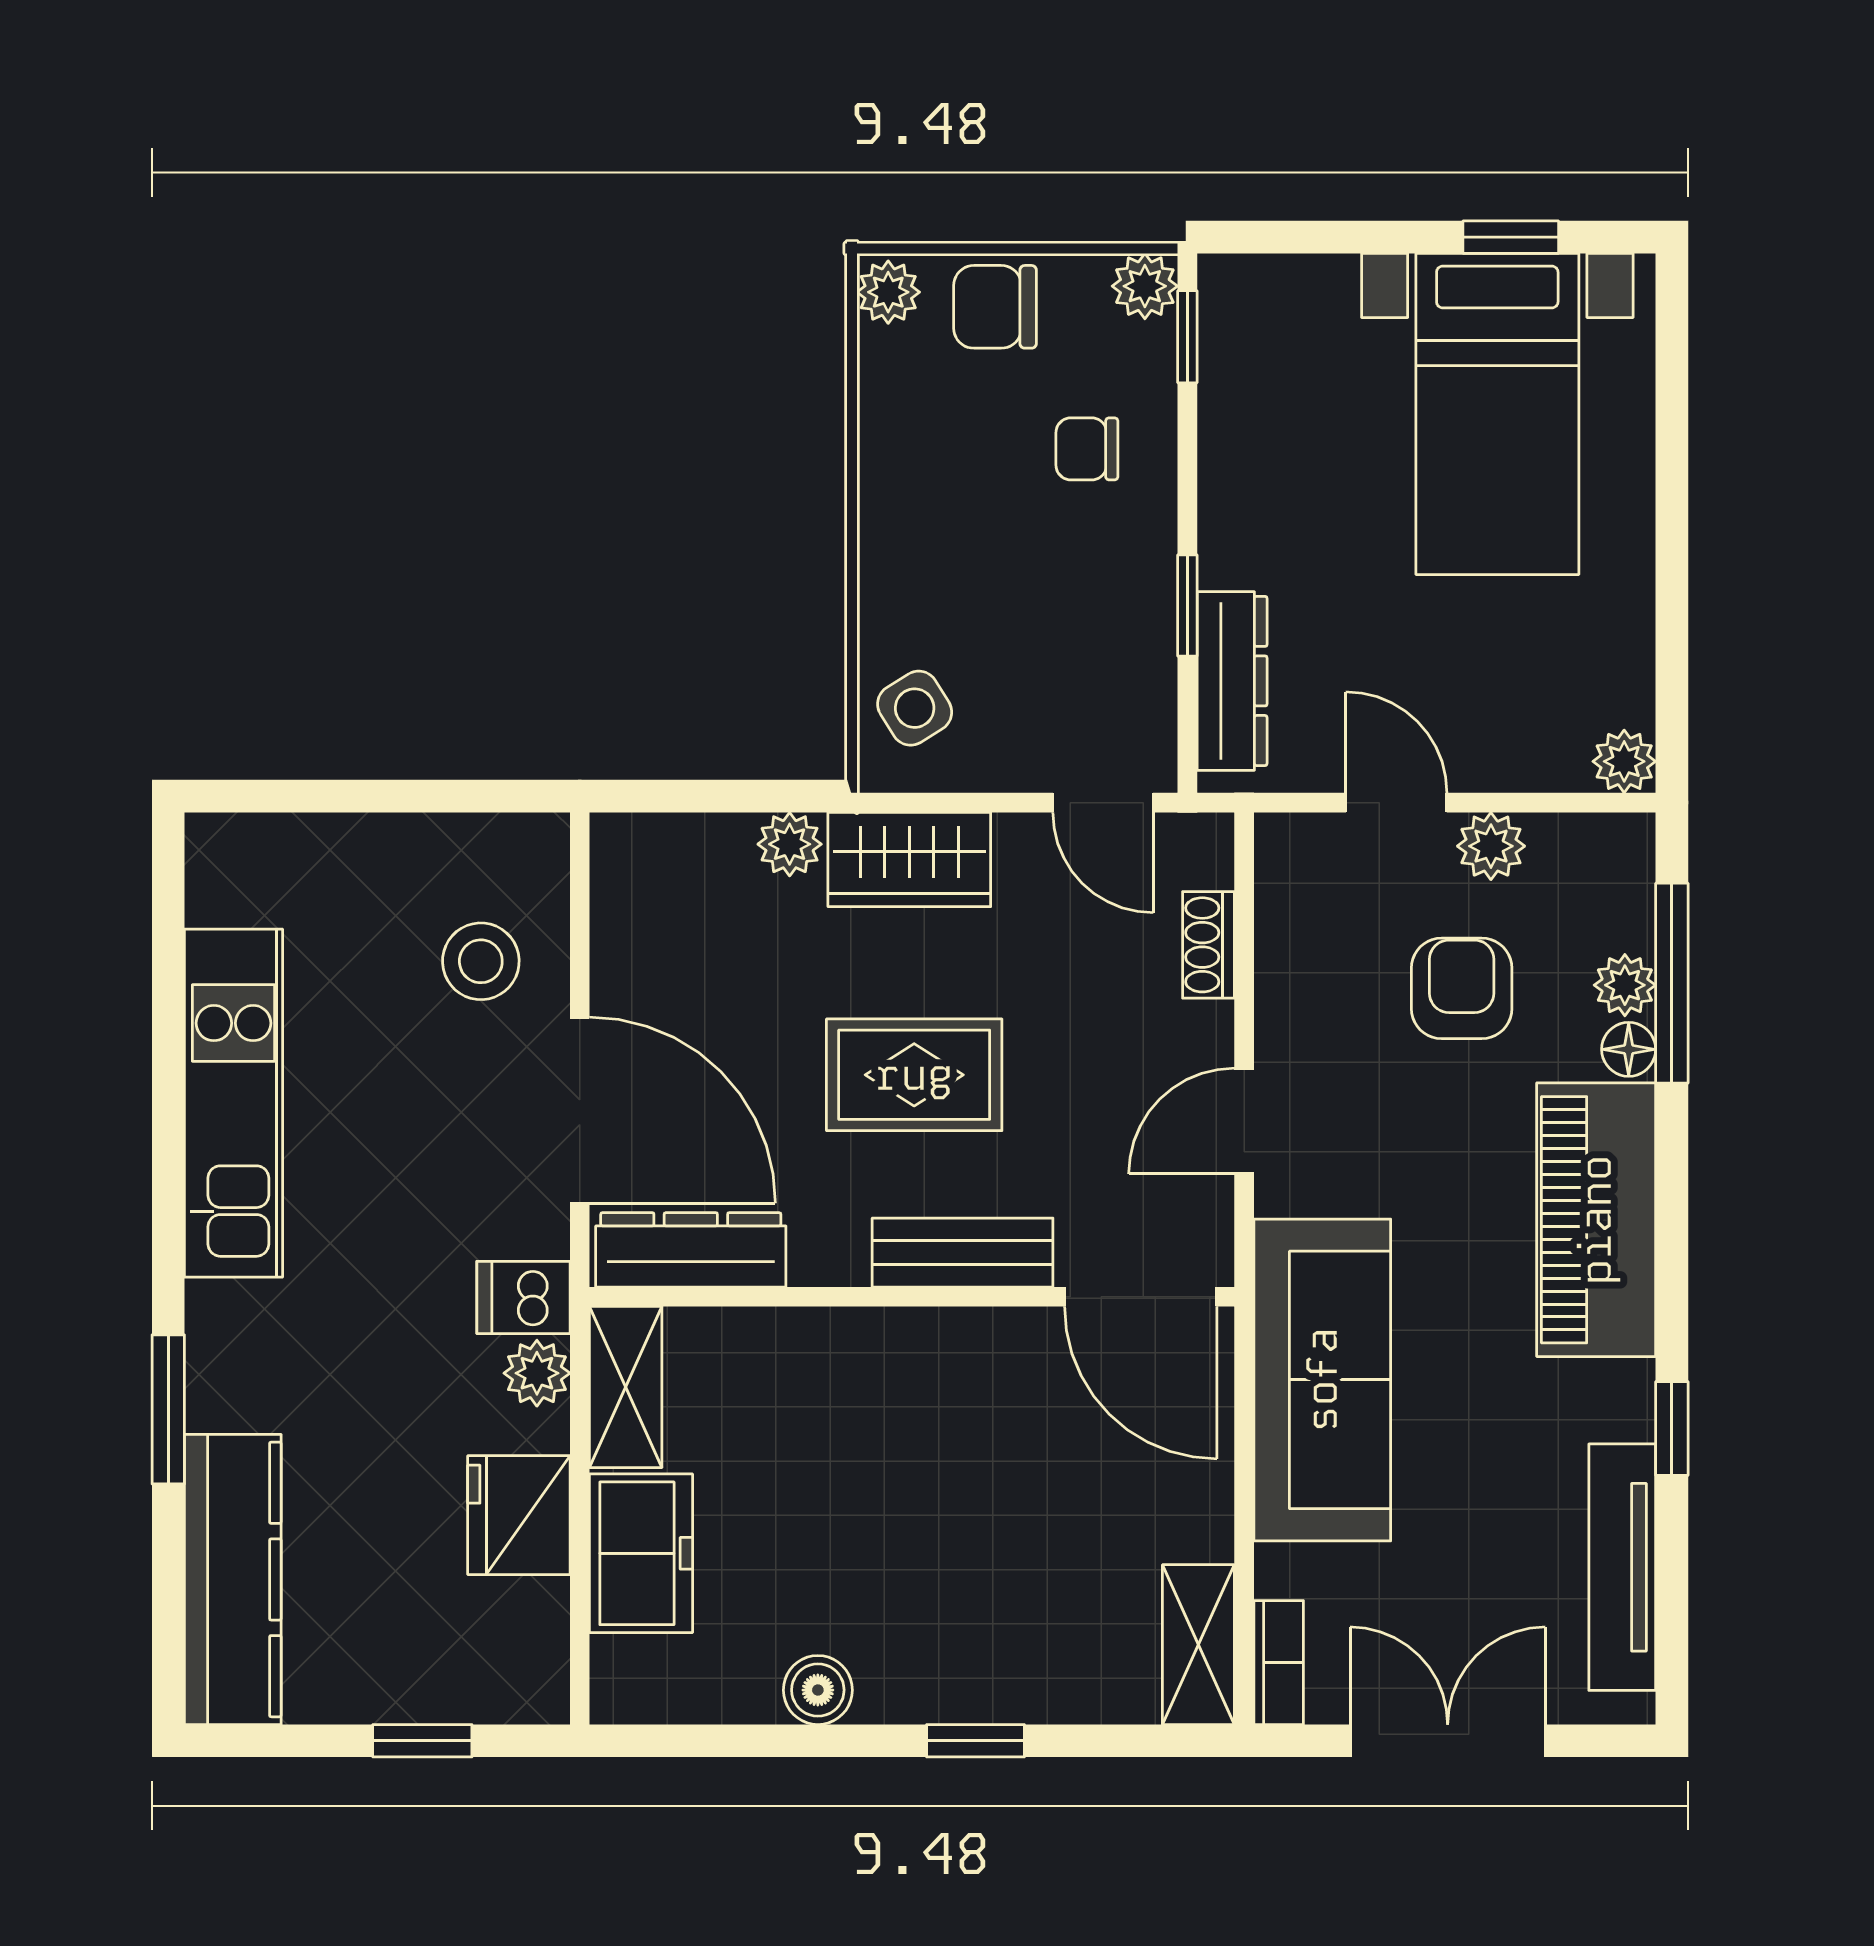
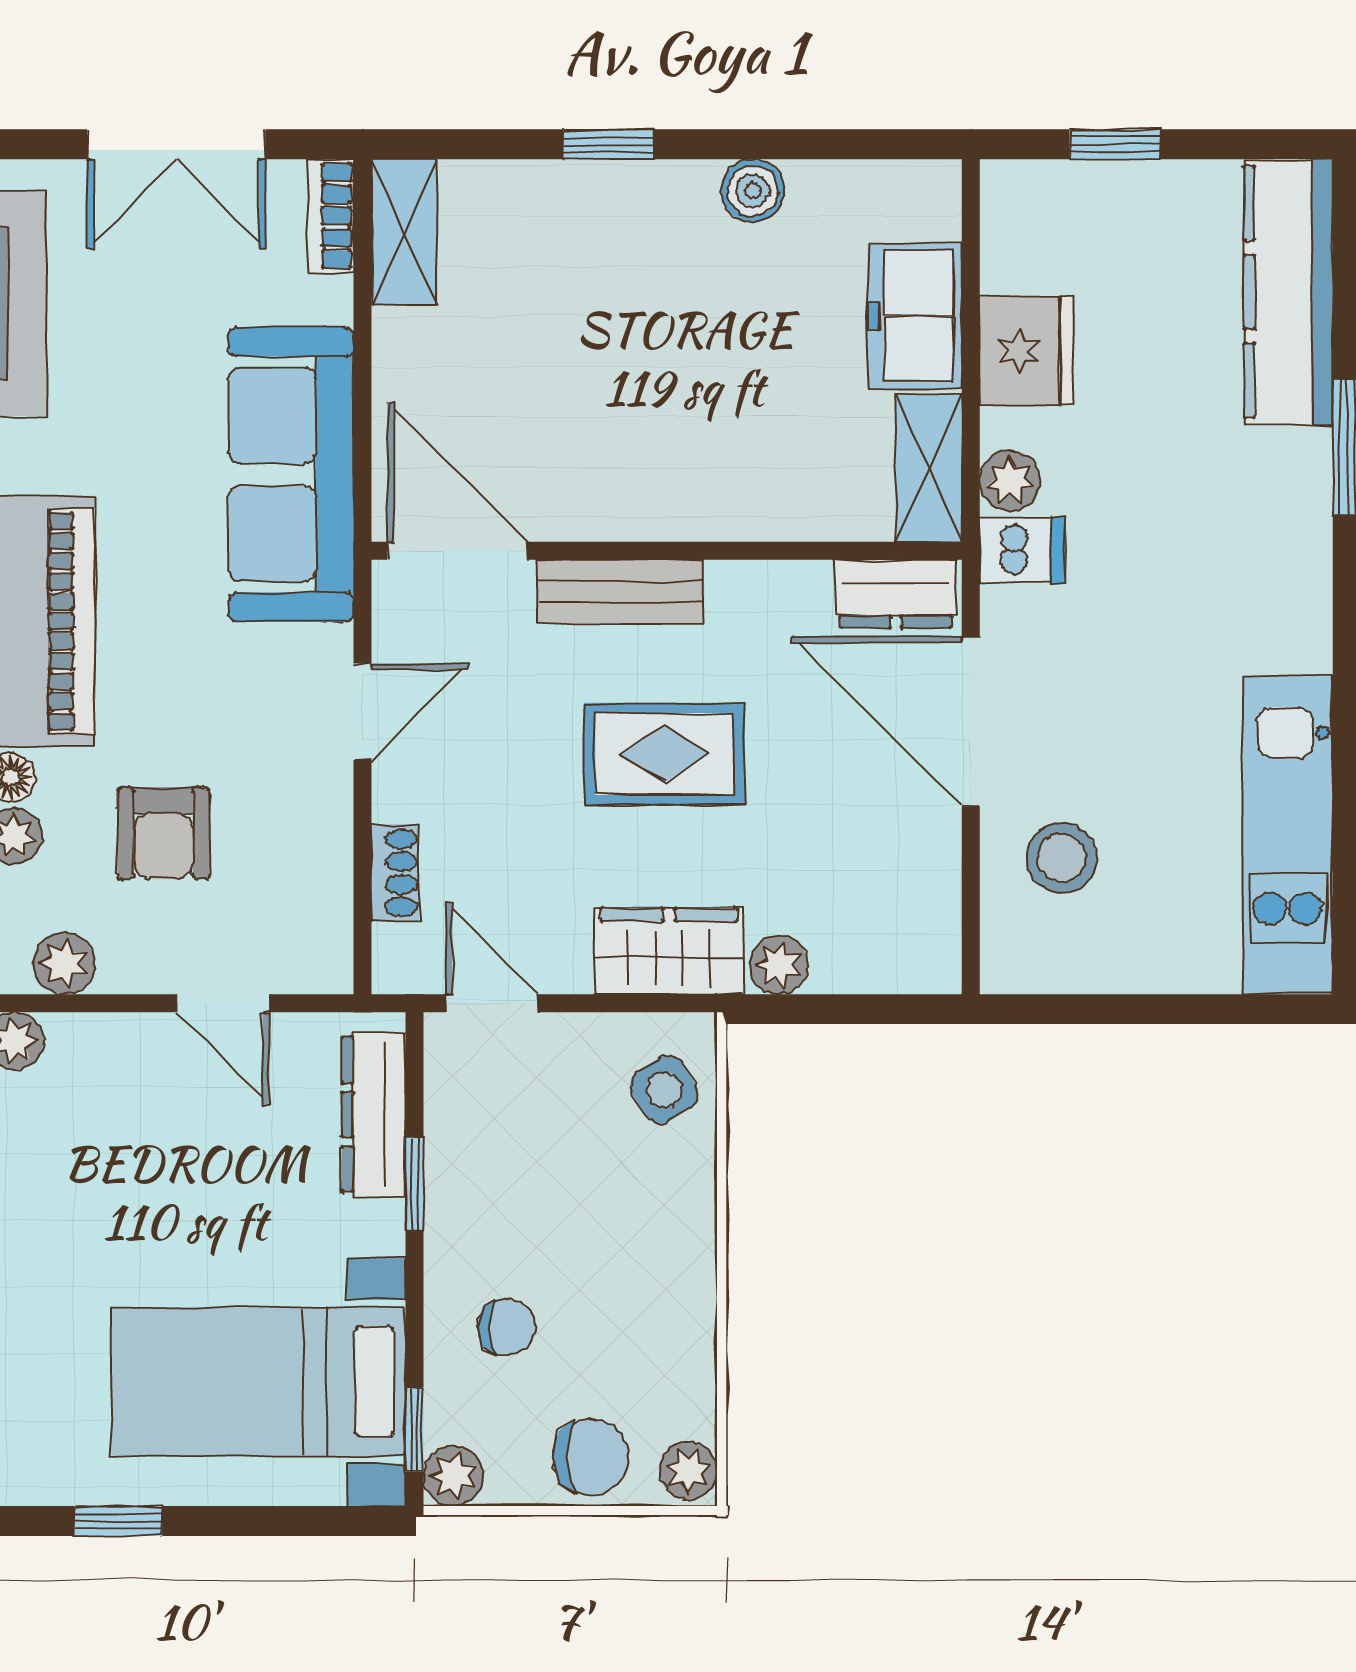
bed with nightstands: (1497, 414) -> (259, 1382), moved, turned -90
plant: (1491, 846) -> (64, 963), moved
kitchen unit: (233, 1103) -> (1288, 835), moved
dresser: (691, 1250) -> (896, 594), width x0.70

